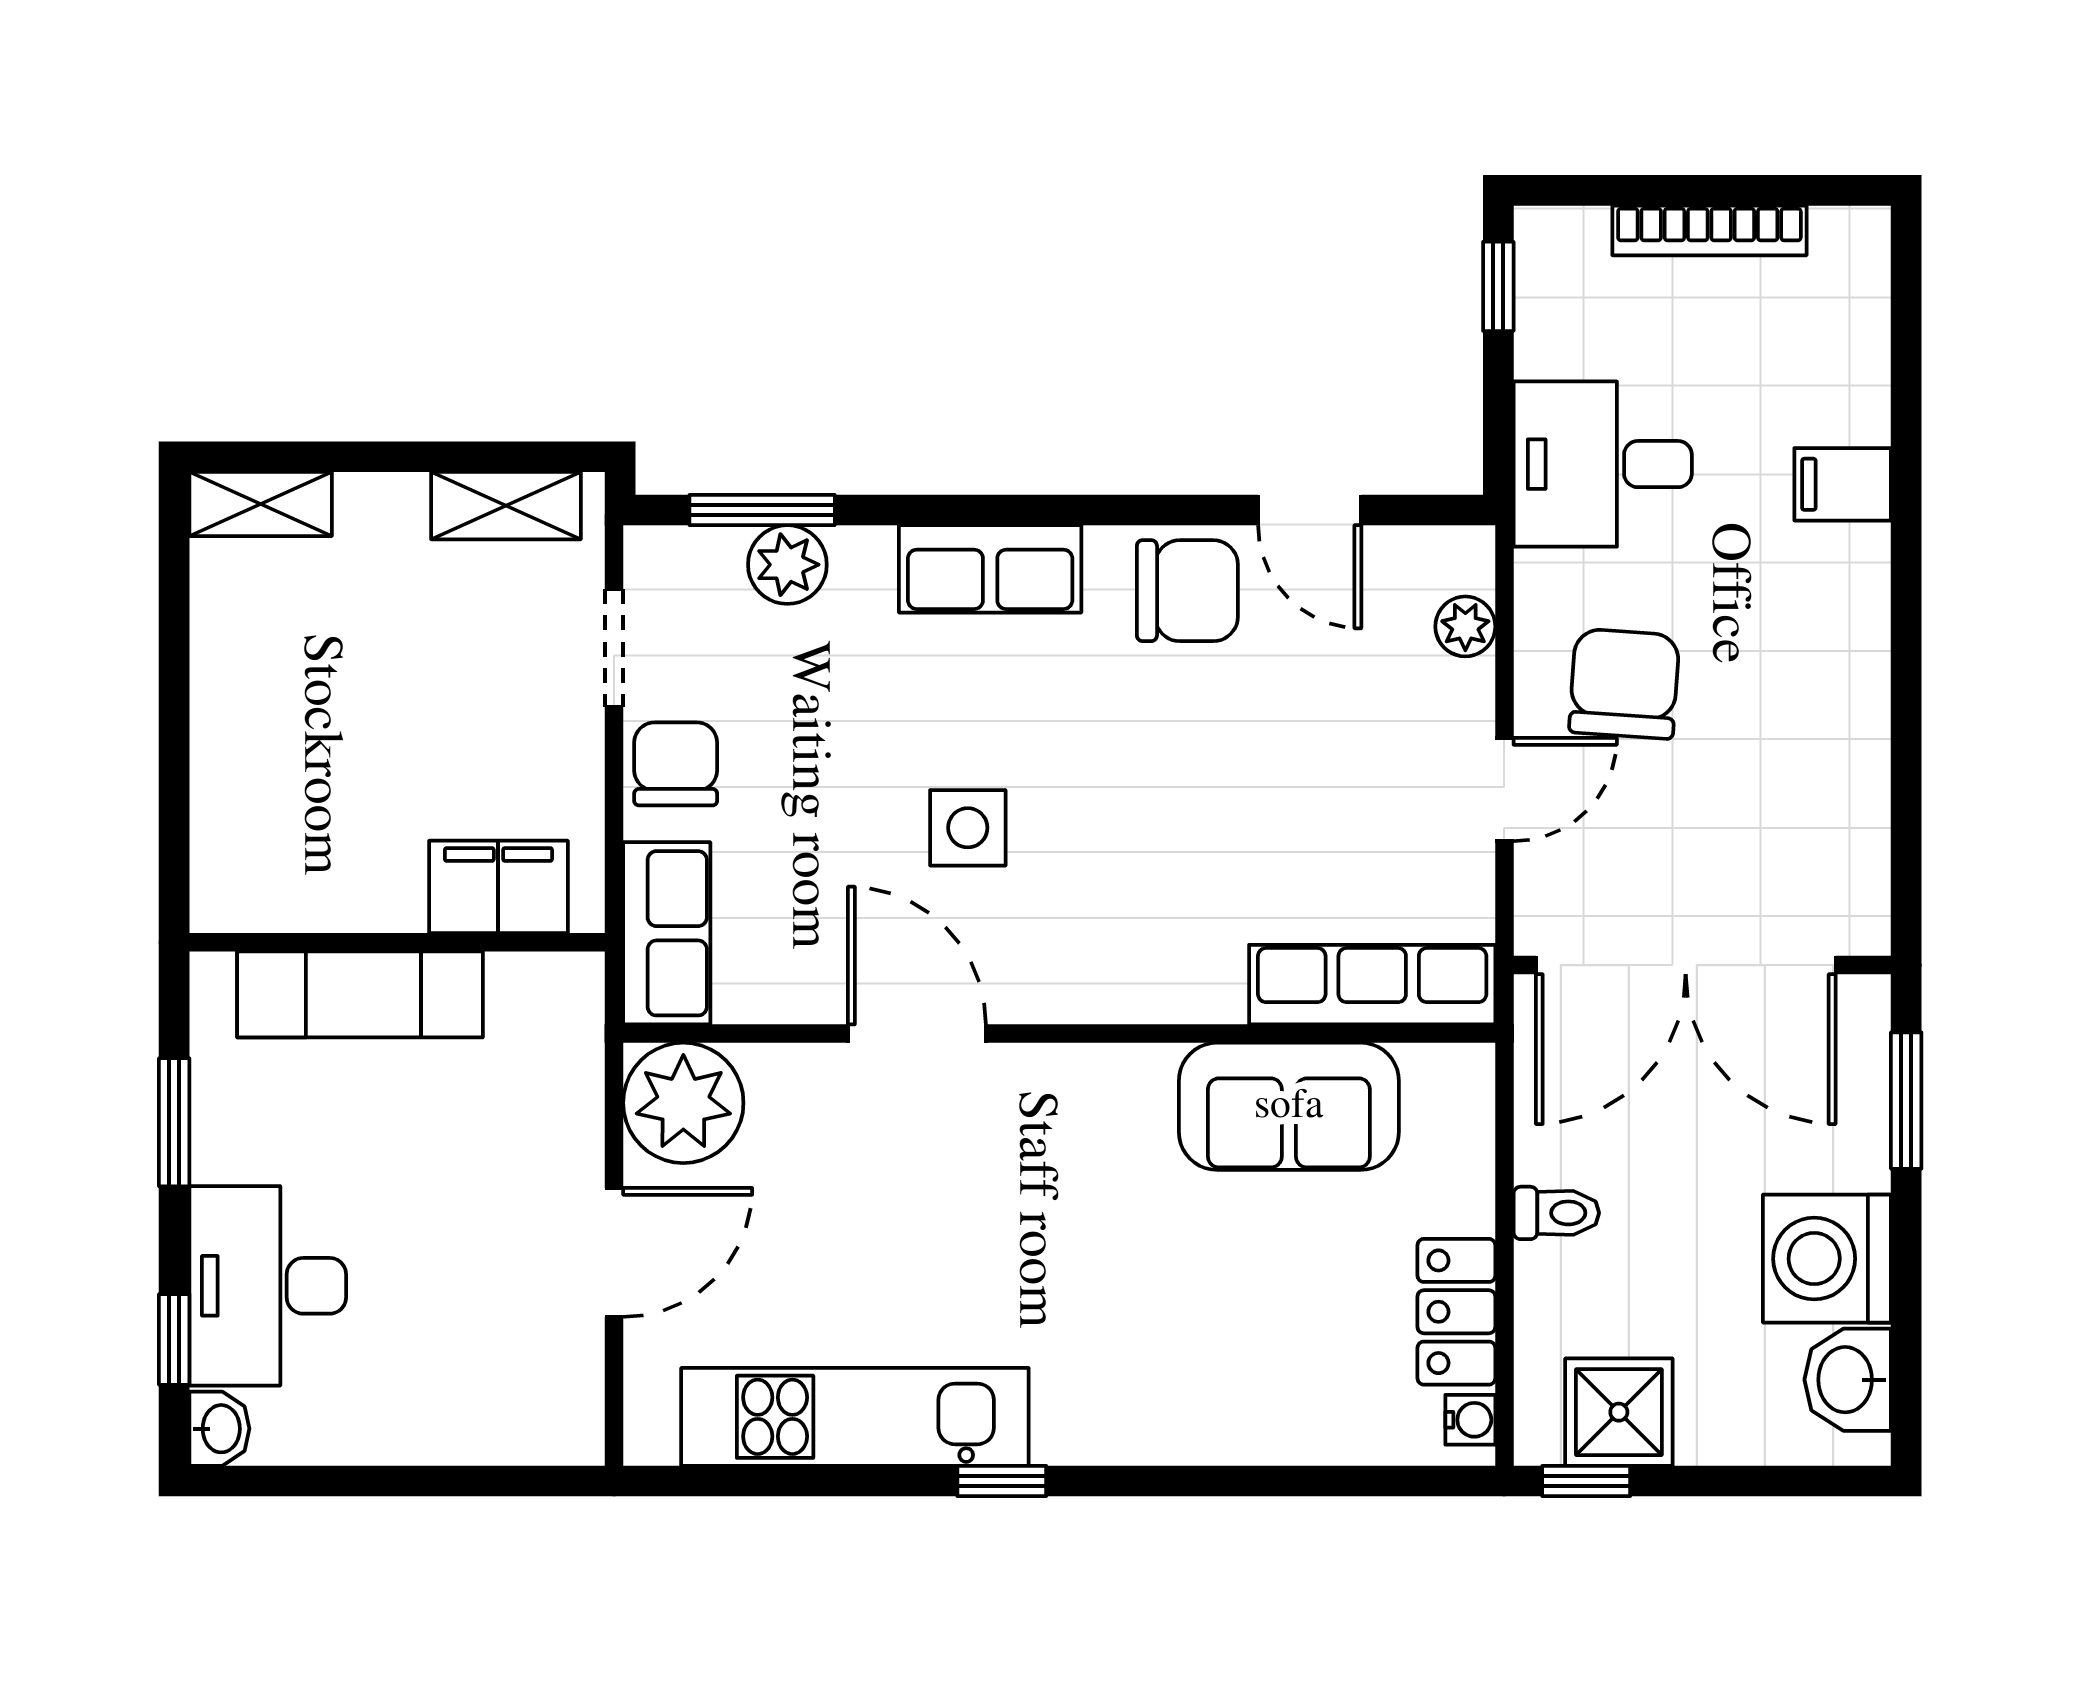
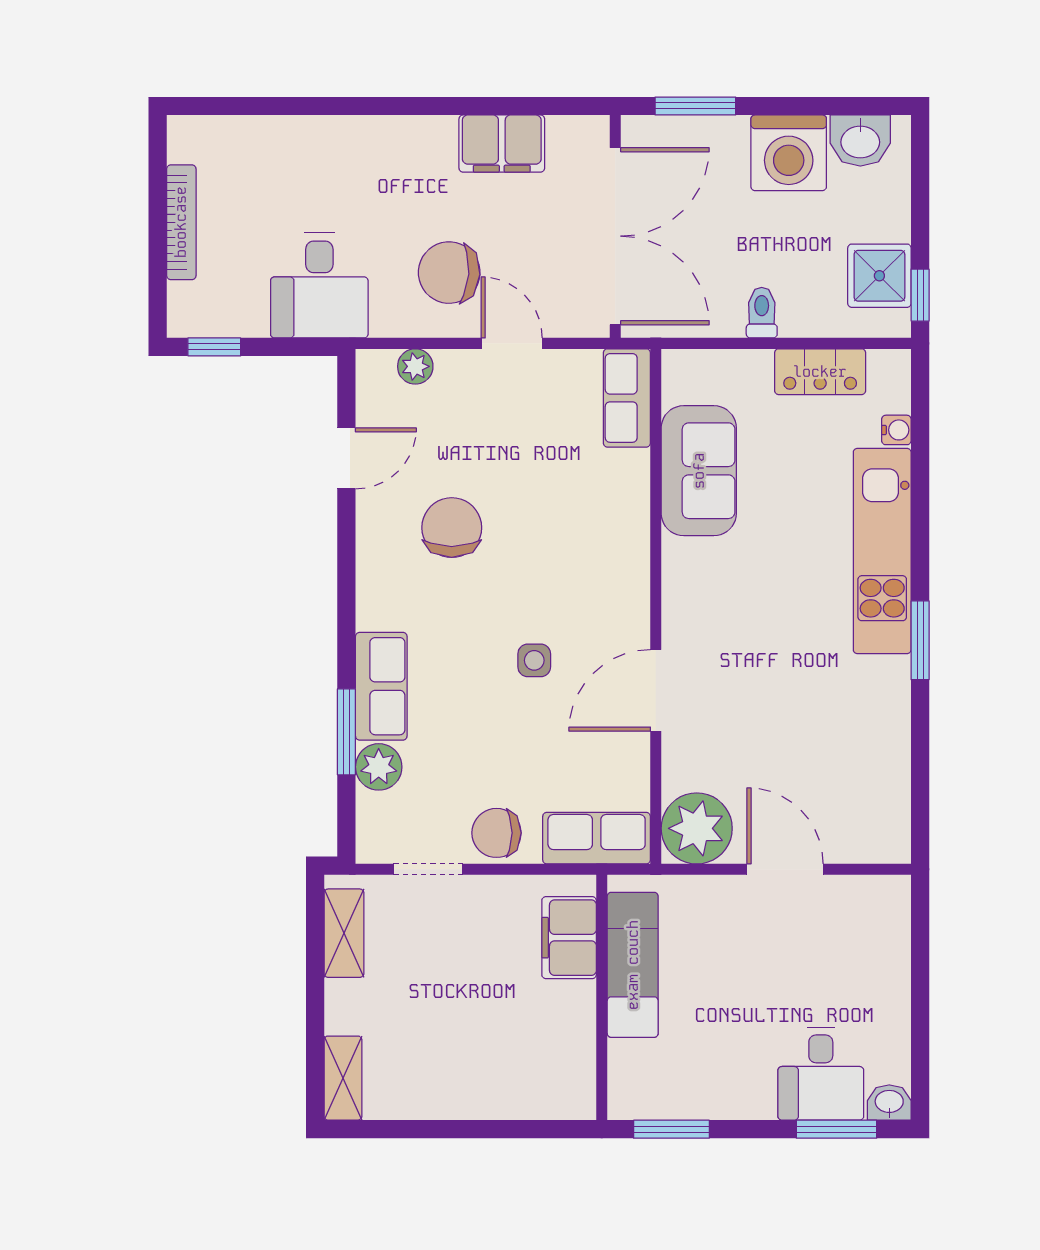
filing cabinet: (1843, 484) -> (502, 144), moved, width x2.00
window: (762, 510) -> (346, 732), moved
row of seats: (990, 569) -> (381, 686), moved
chair: (1187, 591) -> (452, 528), moved
side table: (968, 828) -> (534, 660), width x0.73, depth x0.73
row of seats: (1372, 985) -> (627, 398), width x0.68
exam couch: (360, 994) -> (633, 965), moved
window: (174, 1122) -> (671, 1129), moved
desk: (268, 1286) -> (821, 1074), width x0.73
window: (174, 1339) -> (836, 1129), width x1.50
kitchen unit: (855, 1417) -> (882, 551), moved
water cooler: (1470, 1420) -> (896, 430), moved, turned 90
window: (1002, 1481) -> (920, 640), width x1.50

